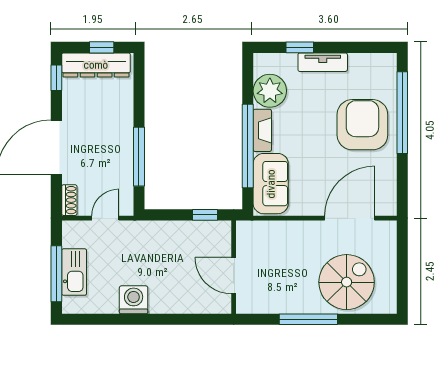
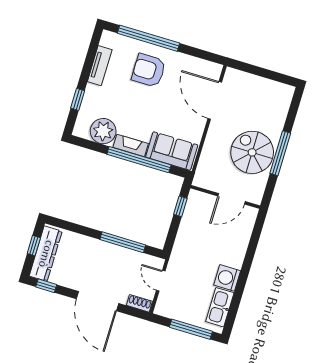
tv unit: (323, 62) -> (100, 66), moved
armchair: (362, 125) -> (149, 70), width x0.73, depth x0.73
kitchen sink: (74, 272) -> (220, 307), moved, turned -90
spiral stairs: (347, 282) -> (252, 152), moved

